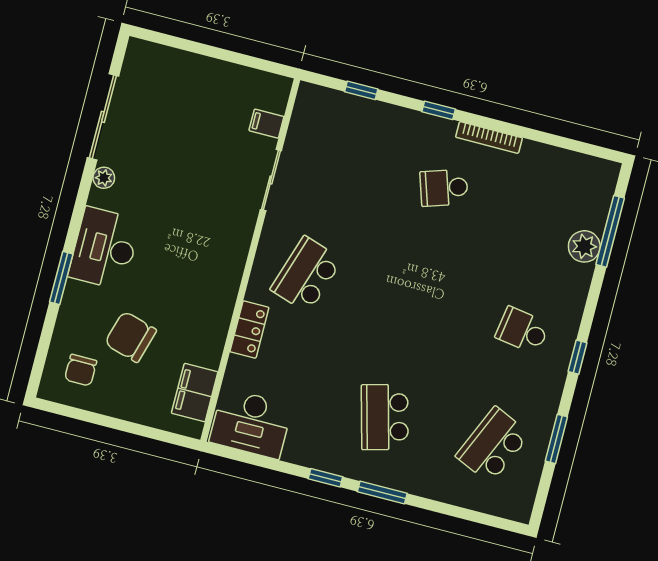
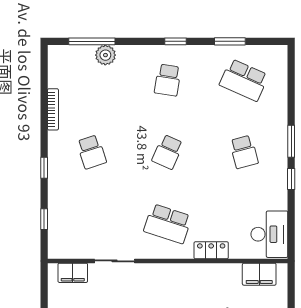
filing cabinet: (266, 124) -> (73, 273), width x2.00
bookcase: (489, 137) -> (53, 109), moved
school desk: (414, 302) -> (168, 152), added
school desk: (385, 417) -> (244, 152), width x0.54

